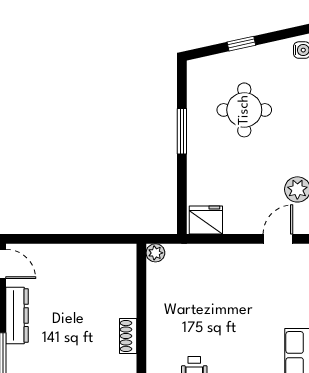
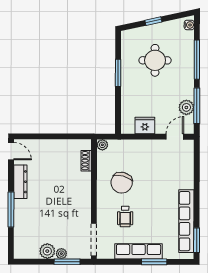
fridge: (206, 220) -> (145, 125), moved
chair: (188, 317) -> (122, 183), added
shoe rack: (128, 336) -> (86, 161), moved

